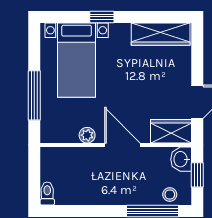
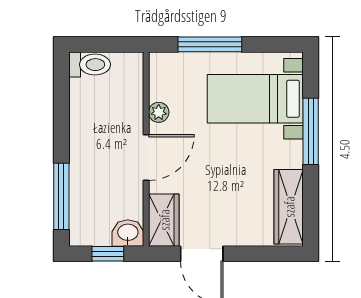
window: (102, 17) -> (311, 131), width x2.17
toilet: (47, 194) -> (90, 65), width x1.37, depth x1.39
stool: (170, 195) -> (83, 218), removed

